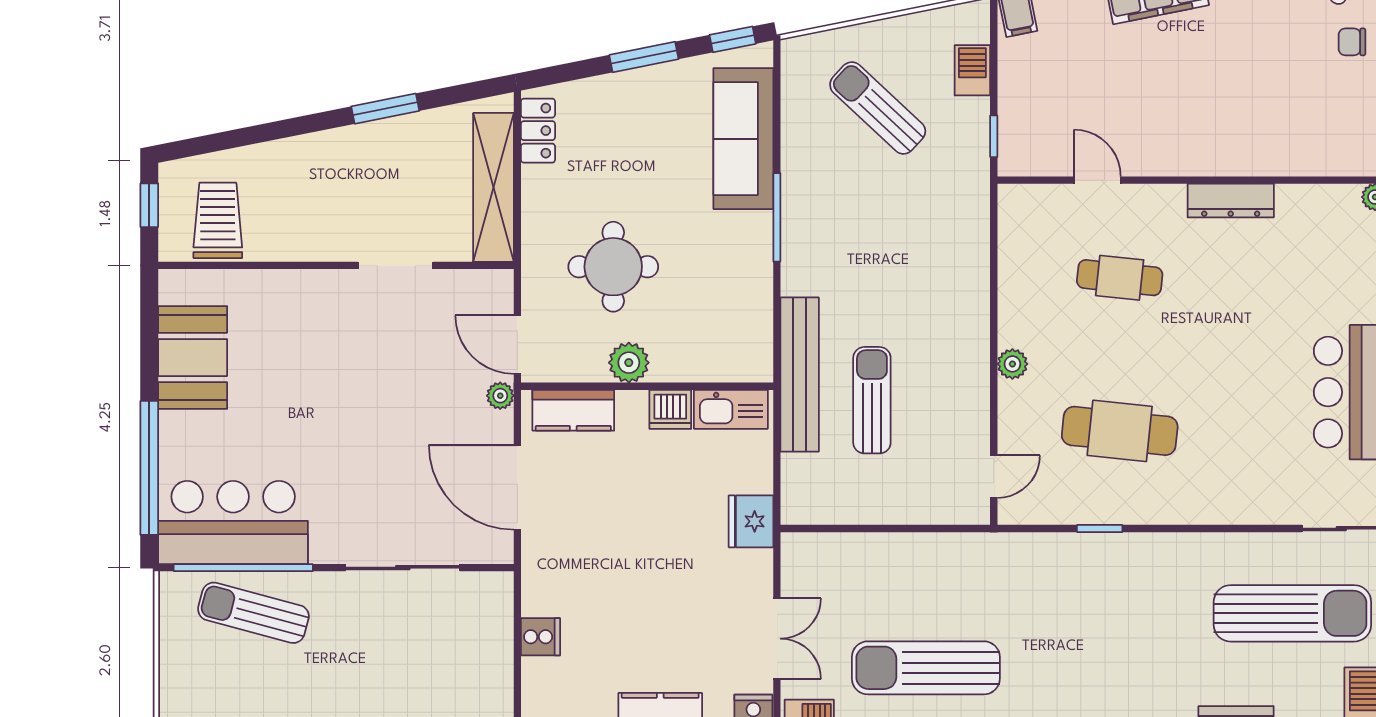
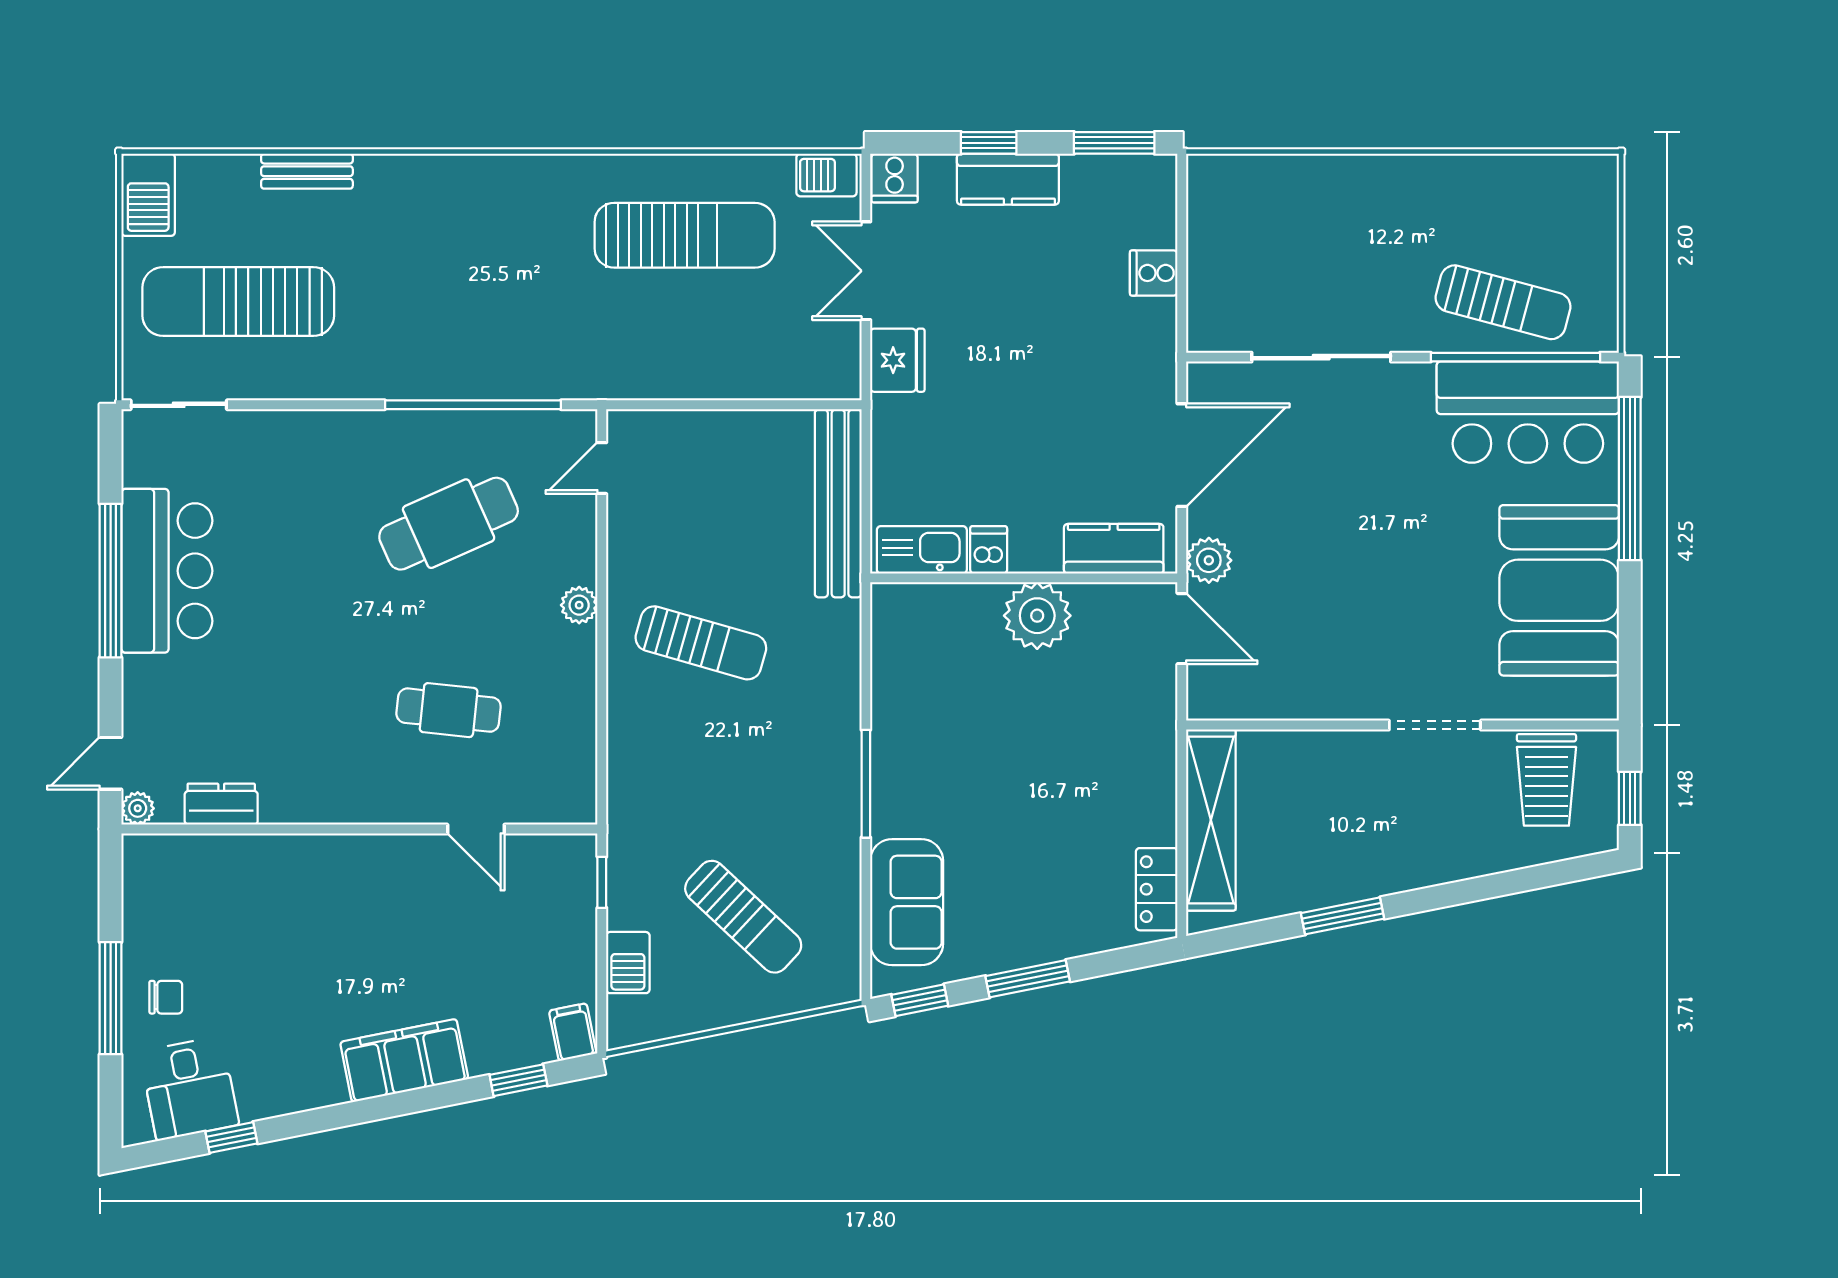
sofa: (743, 139) -> (907, 902), width x0.73
dresser: (1231, 201) -> (221, 804), moved, width x0.70
doorway: (395, 265) -> (1435, 725), moved
round table: (613, 267) -> (1065, 723), removed
booth: (193, 358) -> (1559, 590), width x1.36, depth x1.42
plant: (629, 363) -> (1037, 616), width x1.36, depth x1.36
bench: (800, 375) -> (838, 503), moved
plant: (500, 396) -> (1209, 560), width x1.38, depth x1.38
sun lounger: (872, 400) -> (701, 643), moved, turned -74
dishwasher: (670, 409) -> (989, 550), width x0.73
cafe table: (1120, 431) -> (449, 524), turned -30
door: (517, 487) -> (1182, 455), hinge flipped
fridge: (751, 521) -> (897, 360), moved
window: (1100, 529) -> (473, 405), width x3.17

